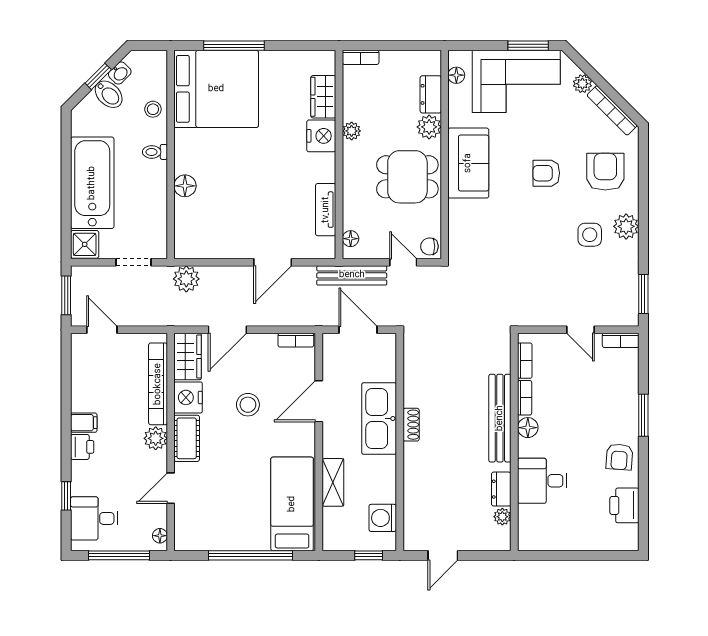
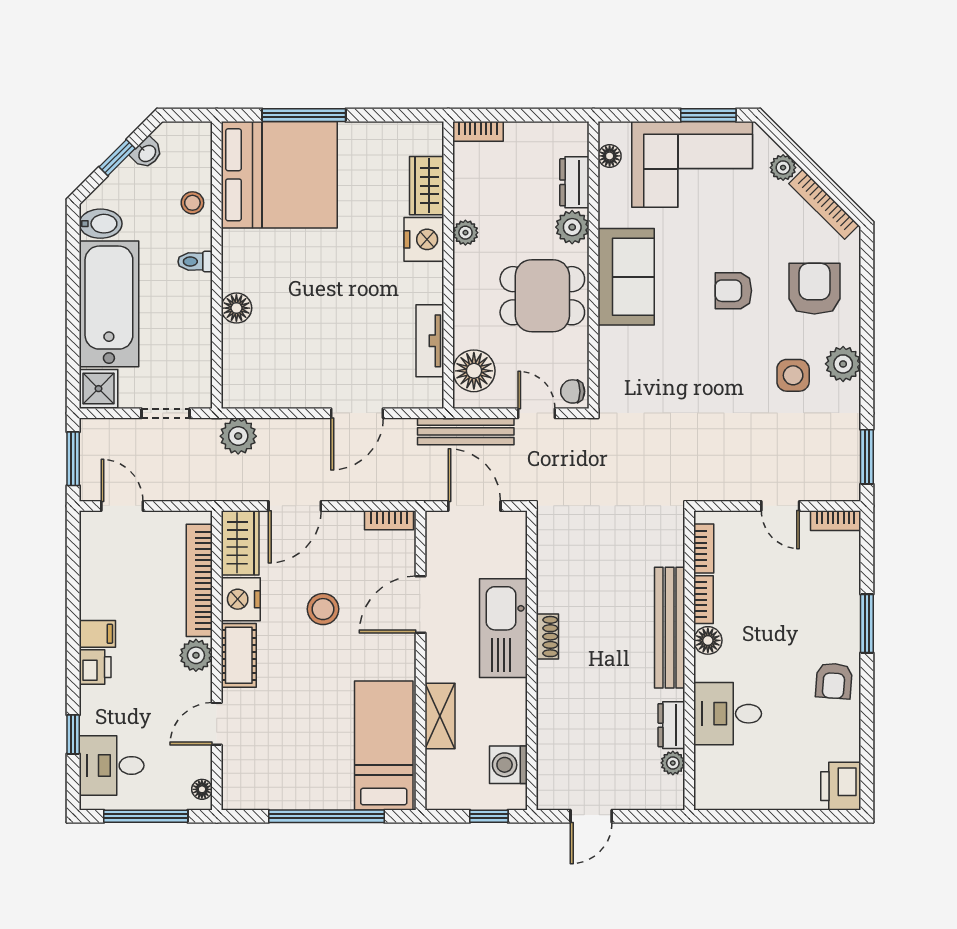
bidet: (109, 94) -> (101, 224), moved, turned -45
floor lamp: (351, 239) -> (474, 371), width x1.89, depth x1.89
printer: (624, 505) -> (841, 786), moved

